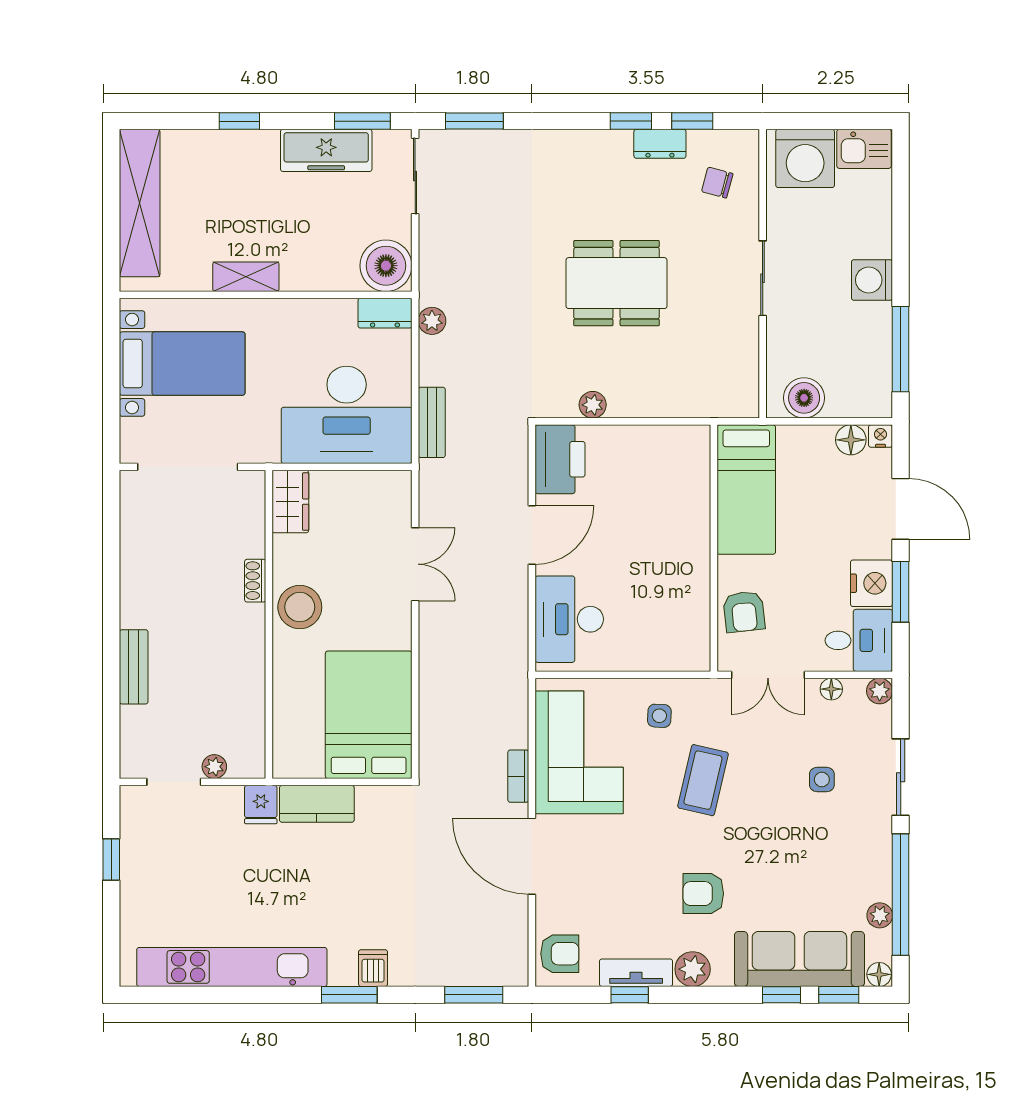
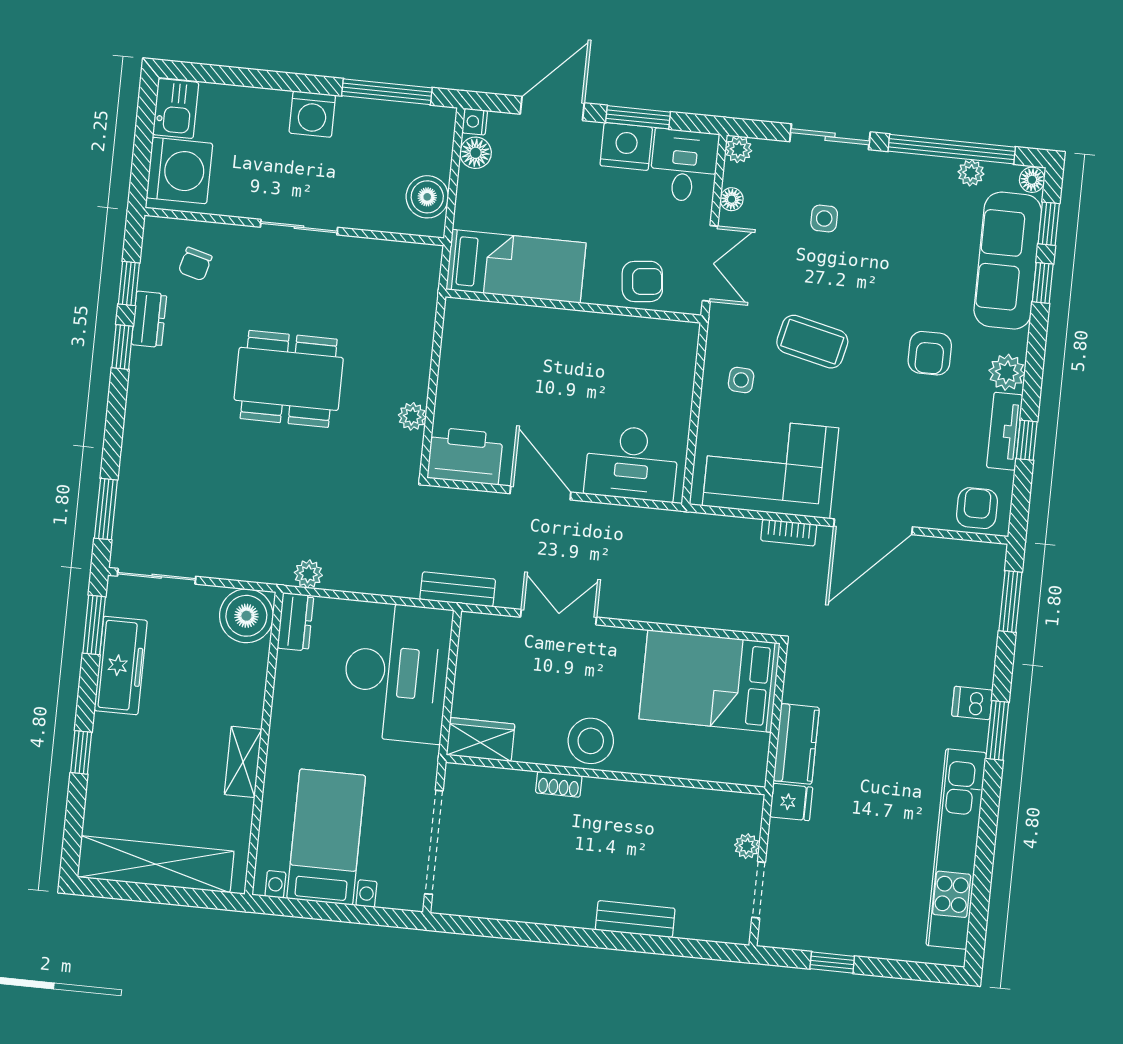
dining table: (617, 283) -> (289, 379), turned 90
bench: (432, 422) -> (458, 589), moved

